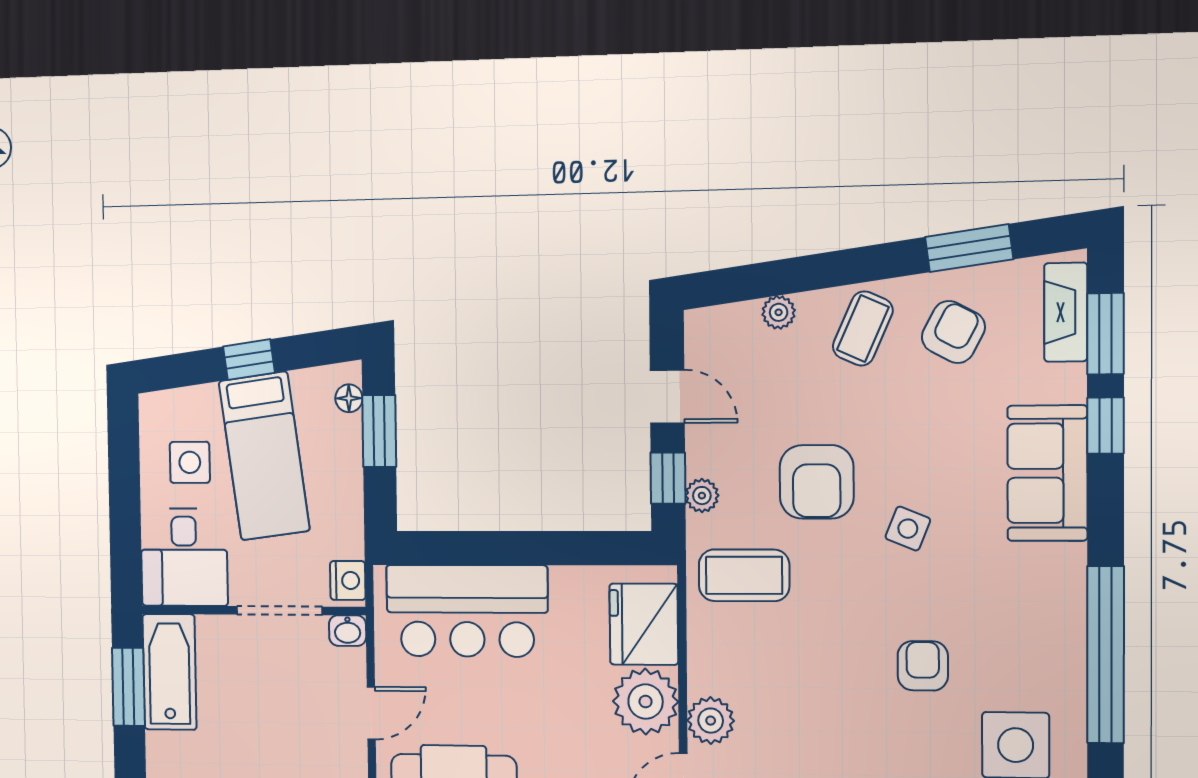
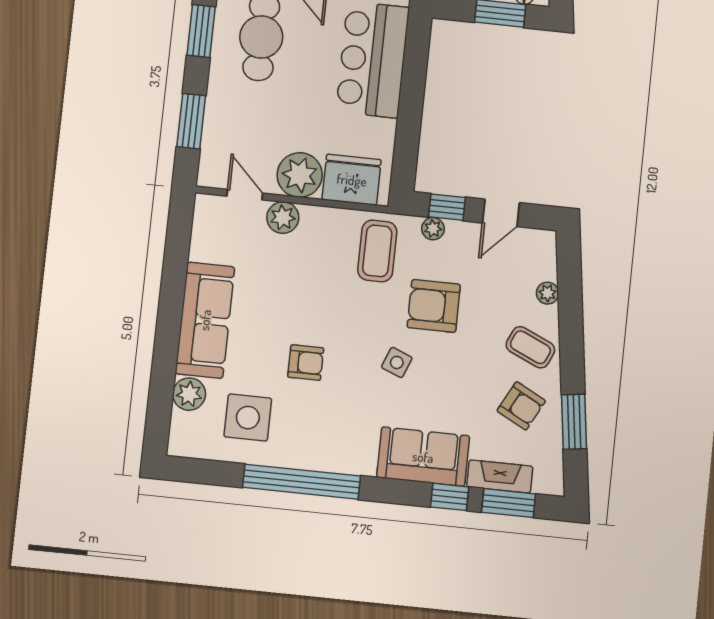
fireplace: (1066, 312) -> (500, 477), moved

